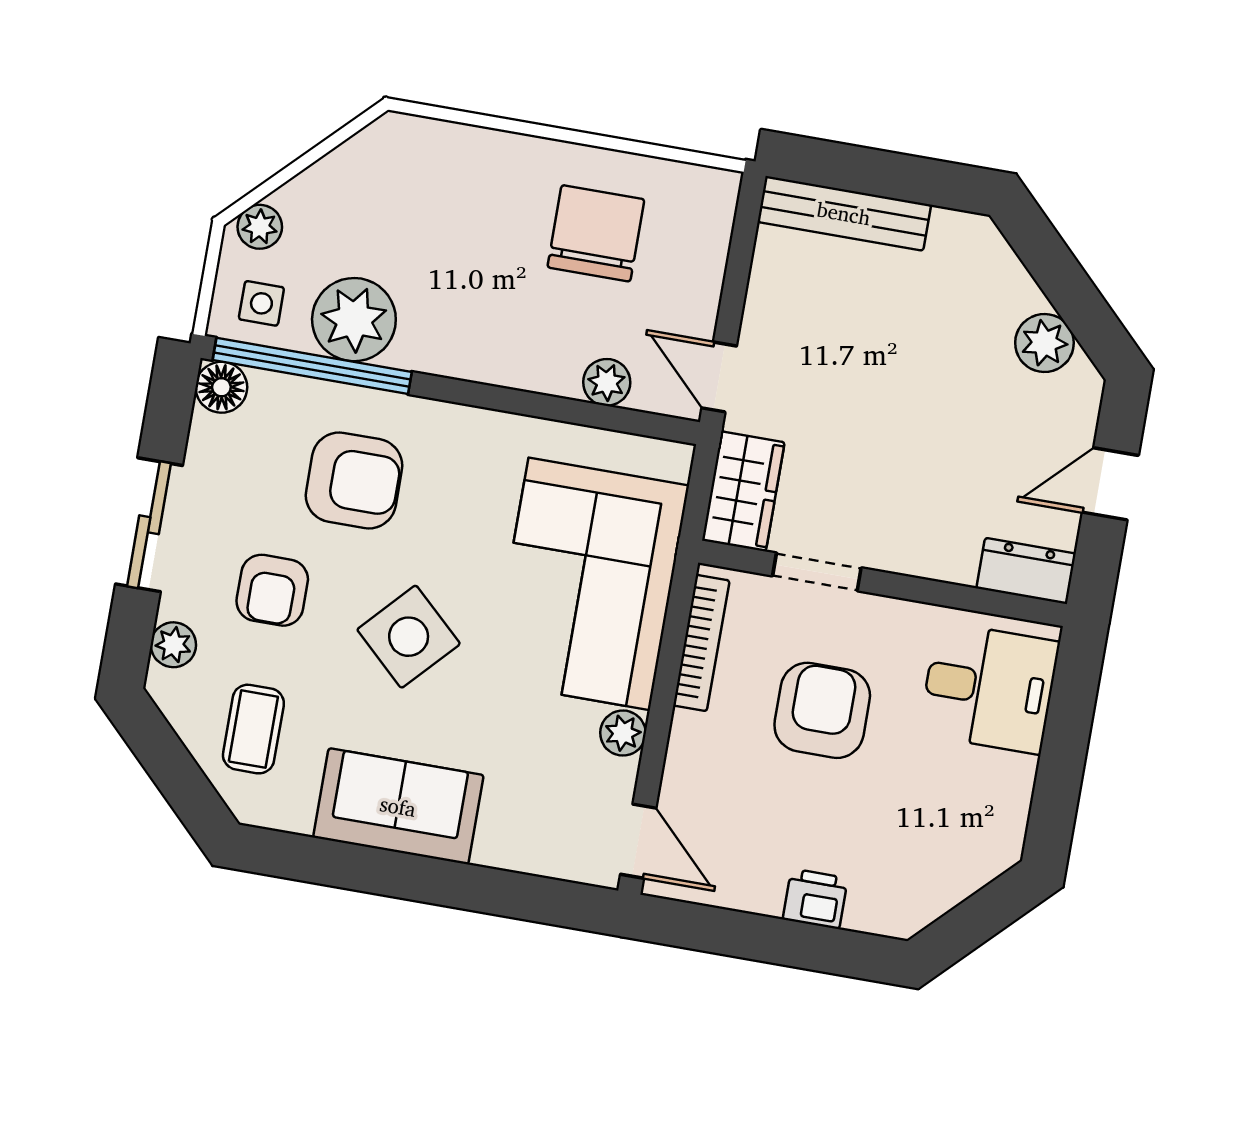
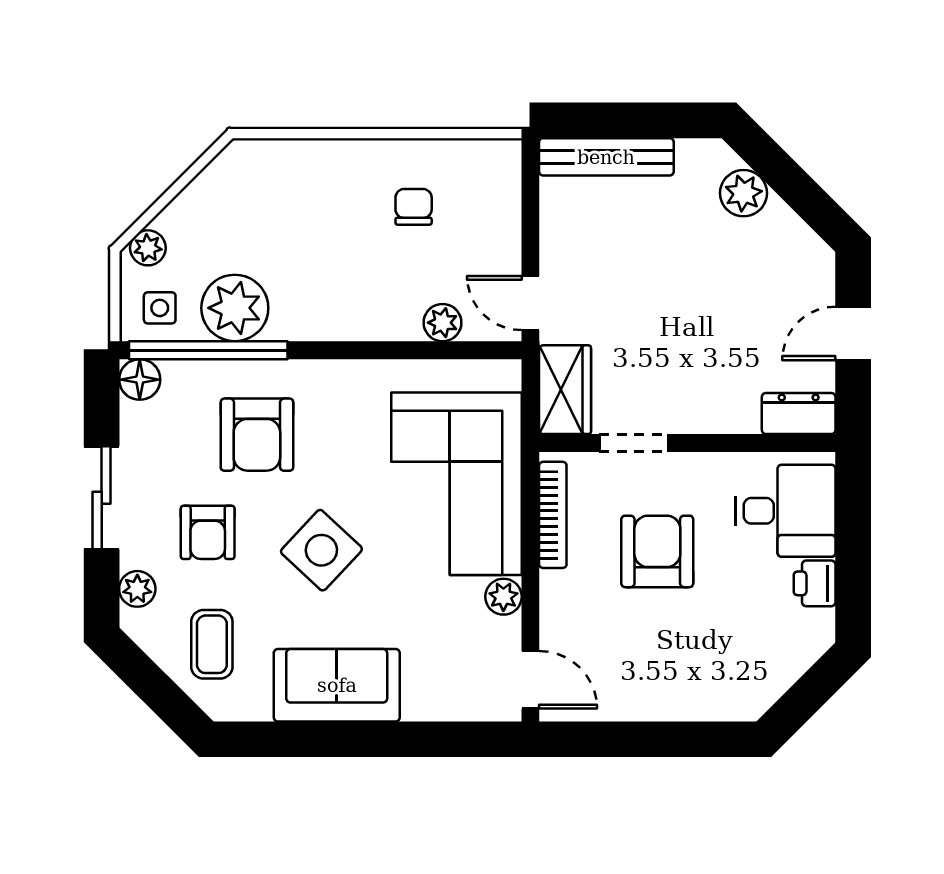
chair: (596, 233) -> (414, 207), width x0.54, depth x0.54
plant: (1044, 343) -> (744, 193), moved
armchair: (354, 480) -> (257, 435), turned 90
printer: (815, 899) -> (815, 583), moved, turned -90

